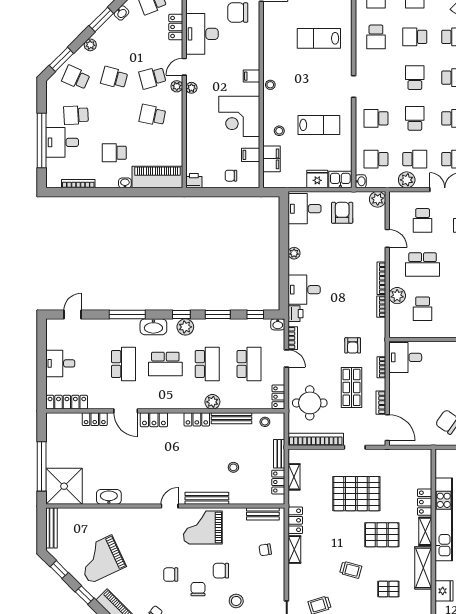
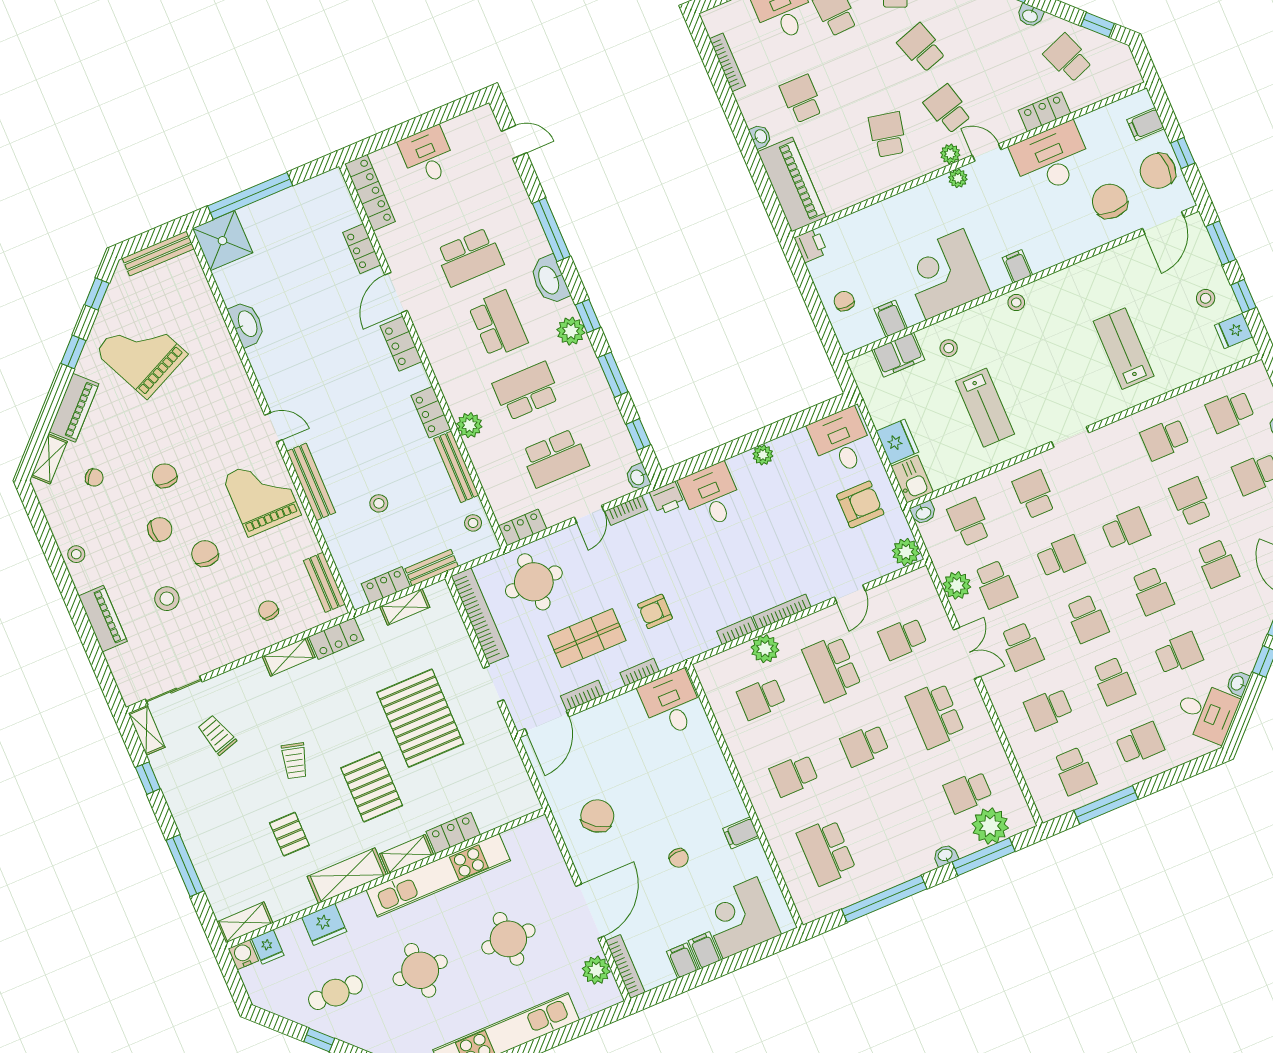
school desk: (114, 78) -> (922, 48), turned -33
school desk: (165, 364) -> (498, 324), turned 180
school desk: (207, 364) -> (526, 391), turned 180
shower: (64, 486) -> (222, 241), width x0.73, depth x0.73

